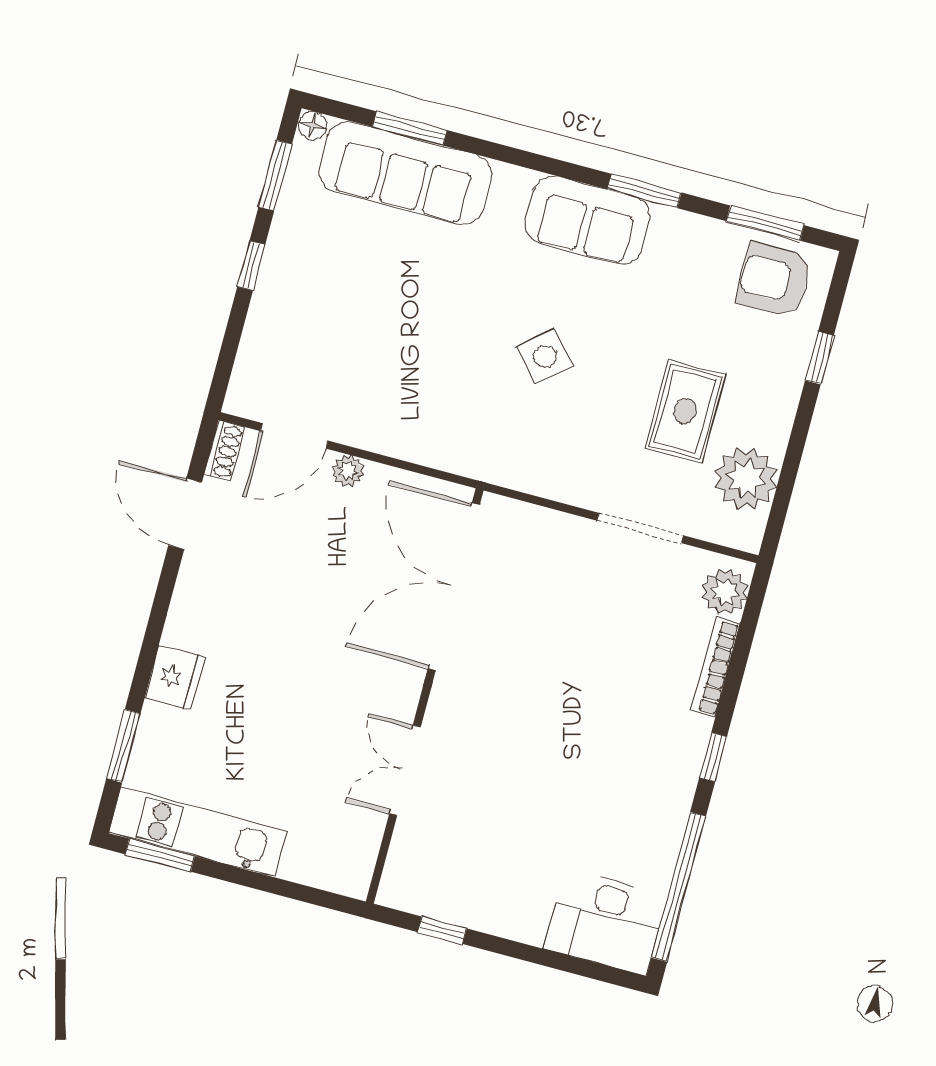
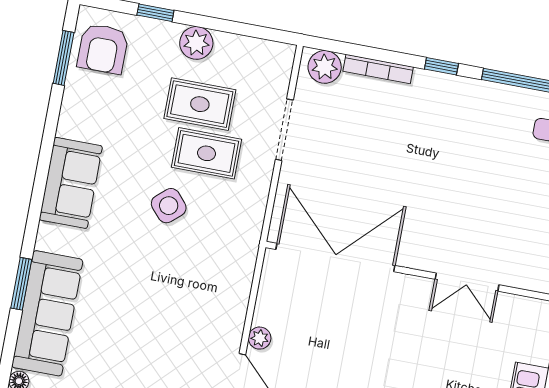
window: (410, 129) -> (21, 284), moved
window: (644, 191) -> (47, 145), removed
rug: (615, 415) -> (206, 153), added
plant: (746, 479) -> (196, 43), moved, width x0.73, depth x0.73
double door: (454, 587) -> (335, 257), swing flipped

